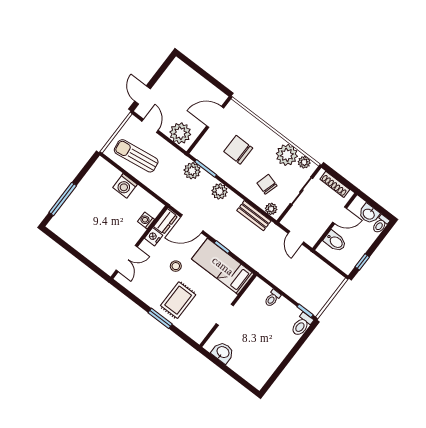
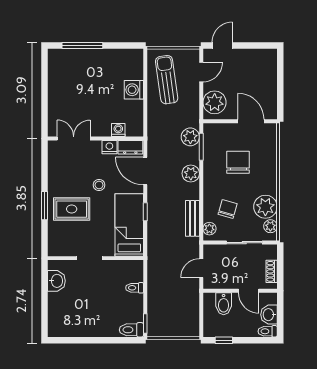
shoe rack: (335, 184) -> (272, 271), width x0.70
double door: (127, 258) -> (74, 138), swing flipped

